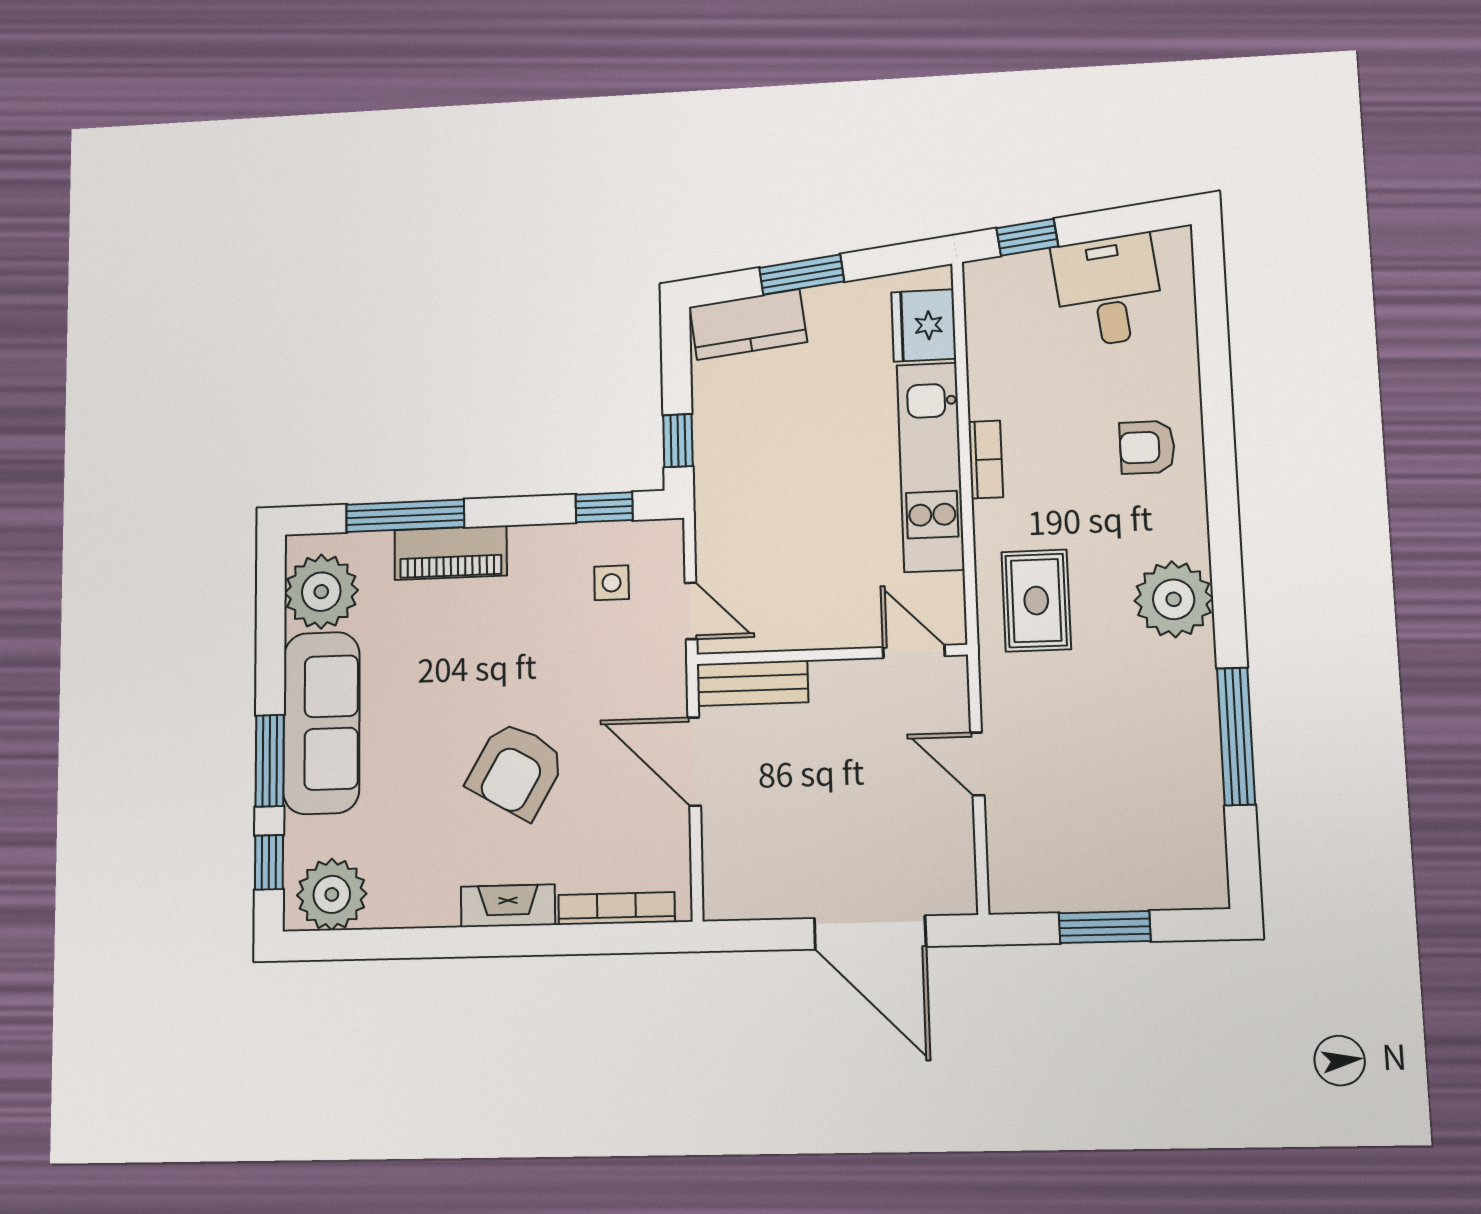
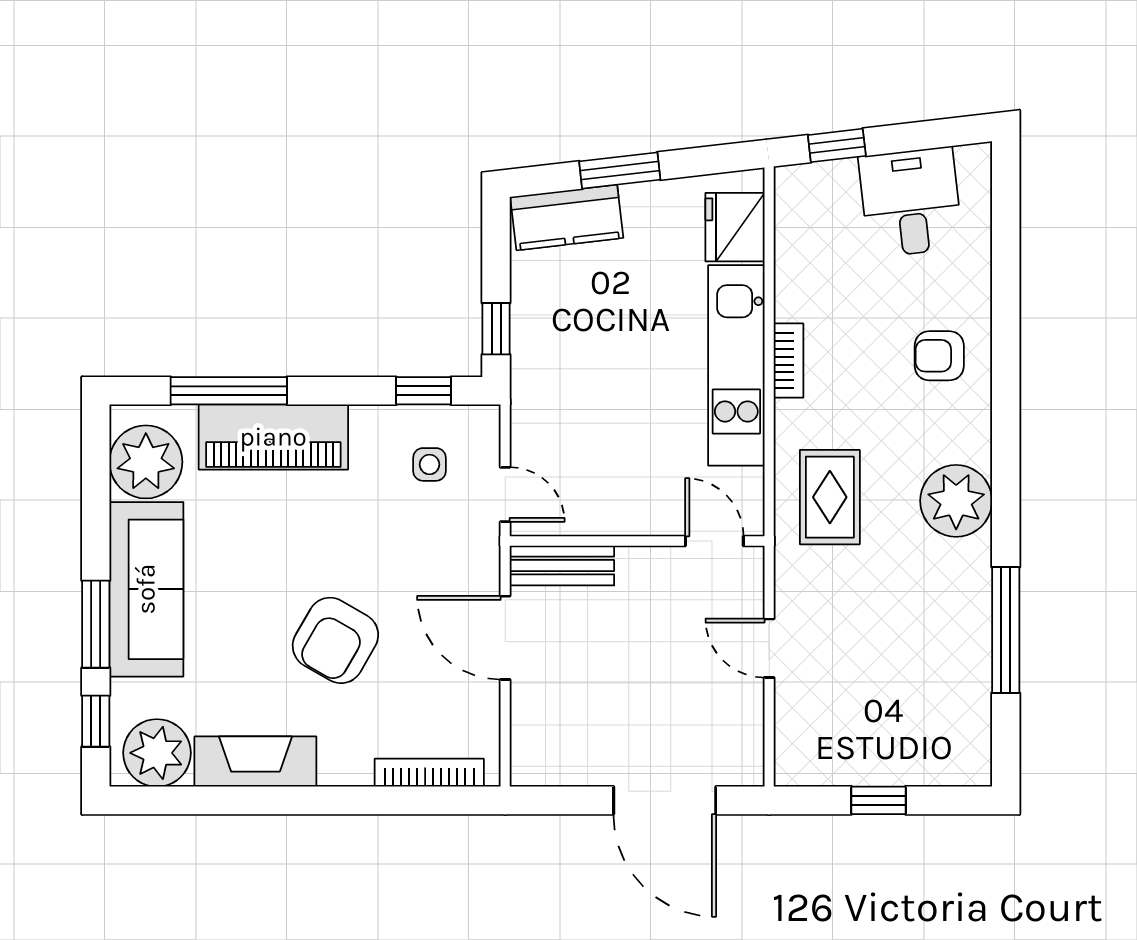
piano: (451, 553) -> (273, 437), width x1.37, depth x1.33
fireplace: (508, 906) -> (255, 762), moved, width x1.37, depth x1.32
window: (1105, 927) -> (878, 800), width x0.67

